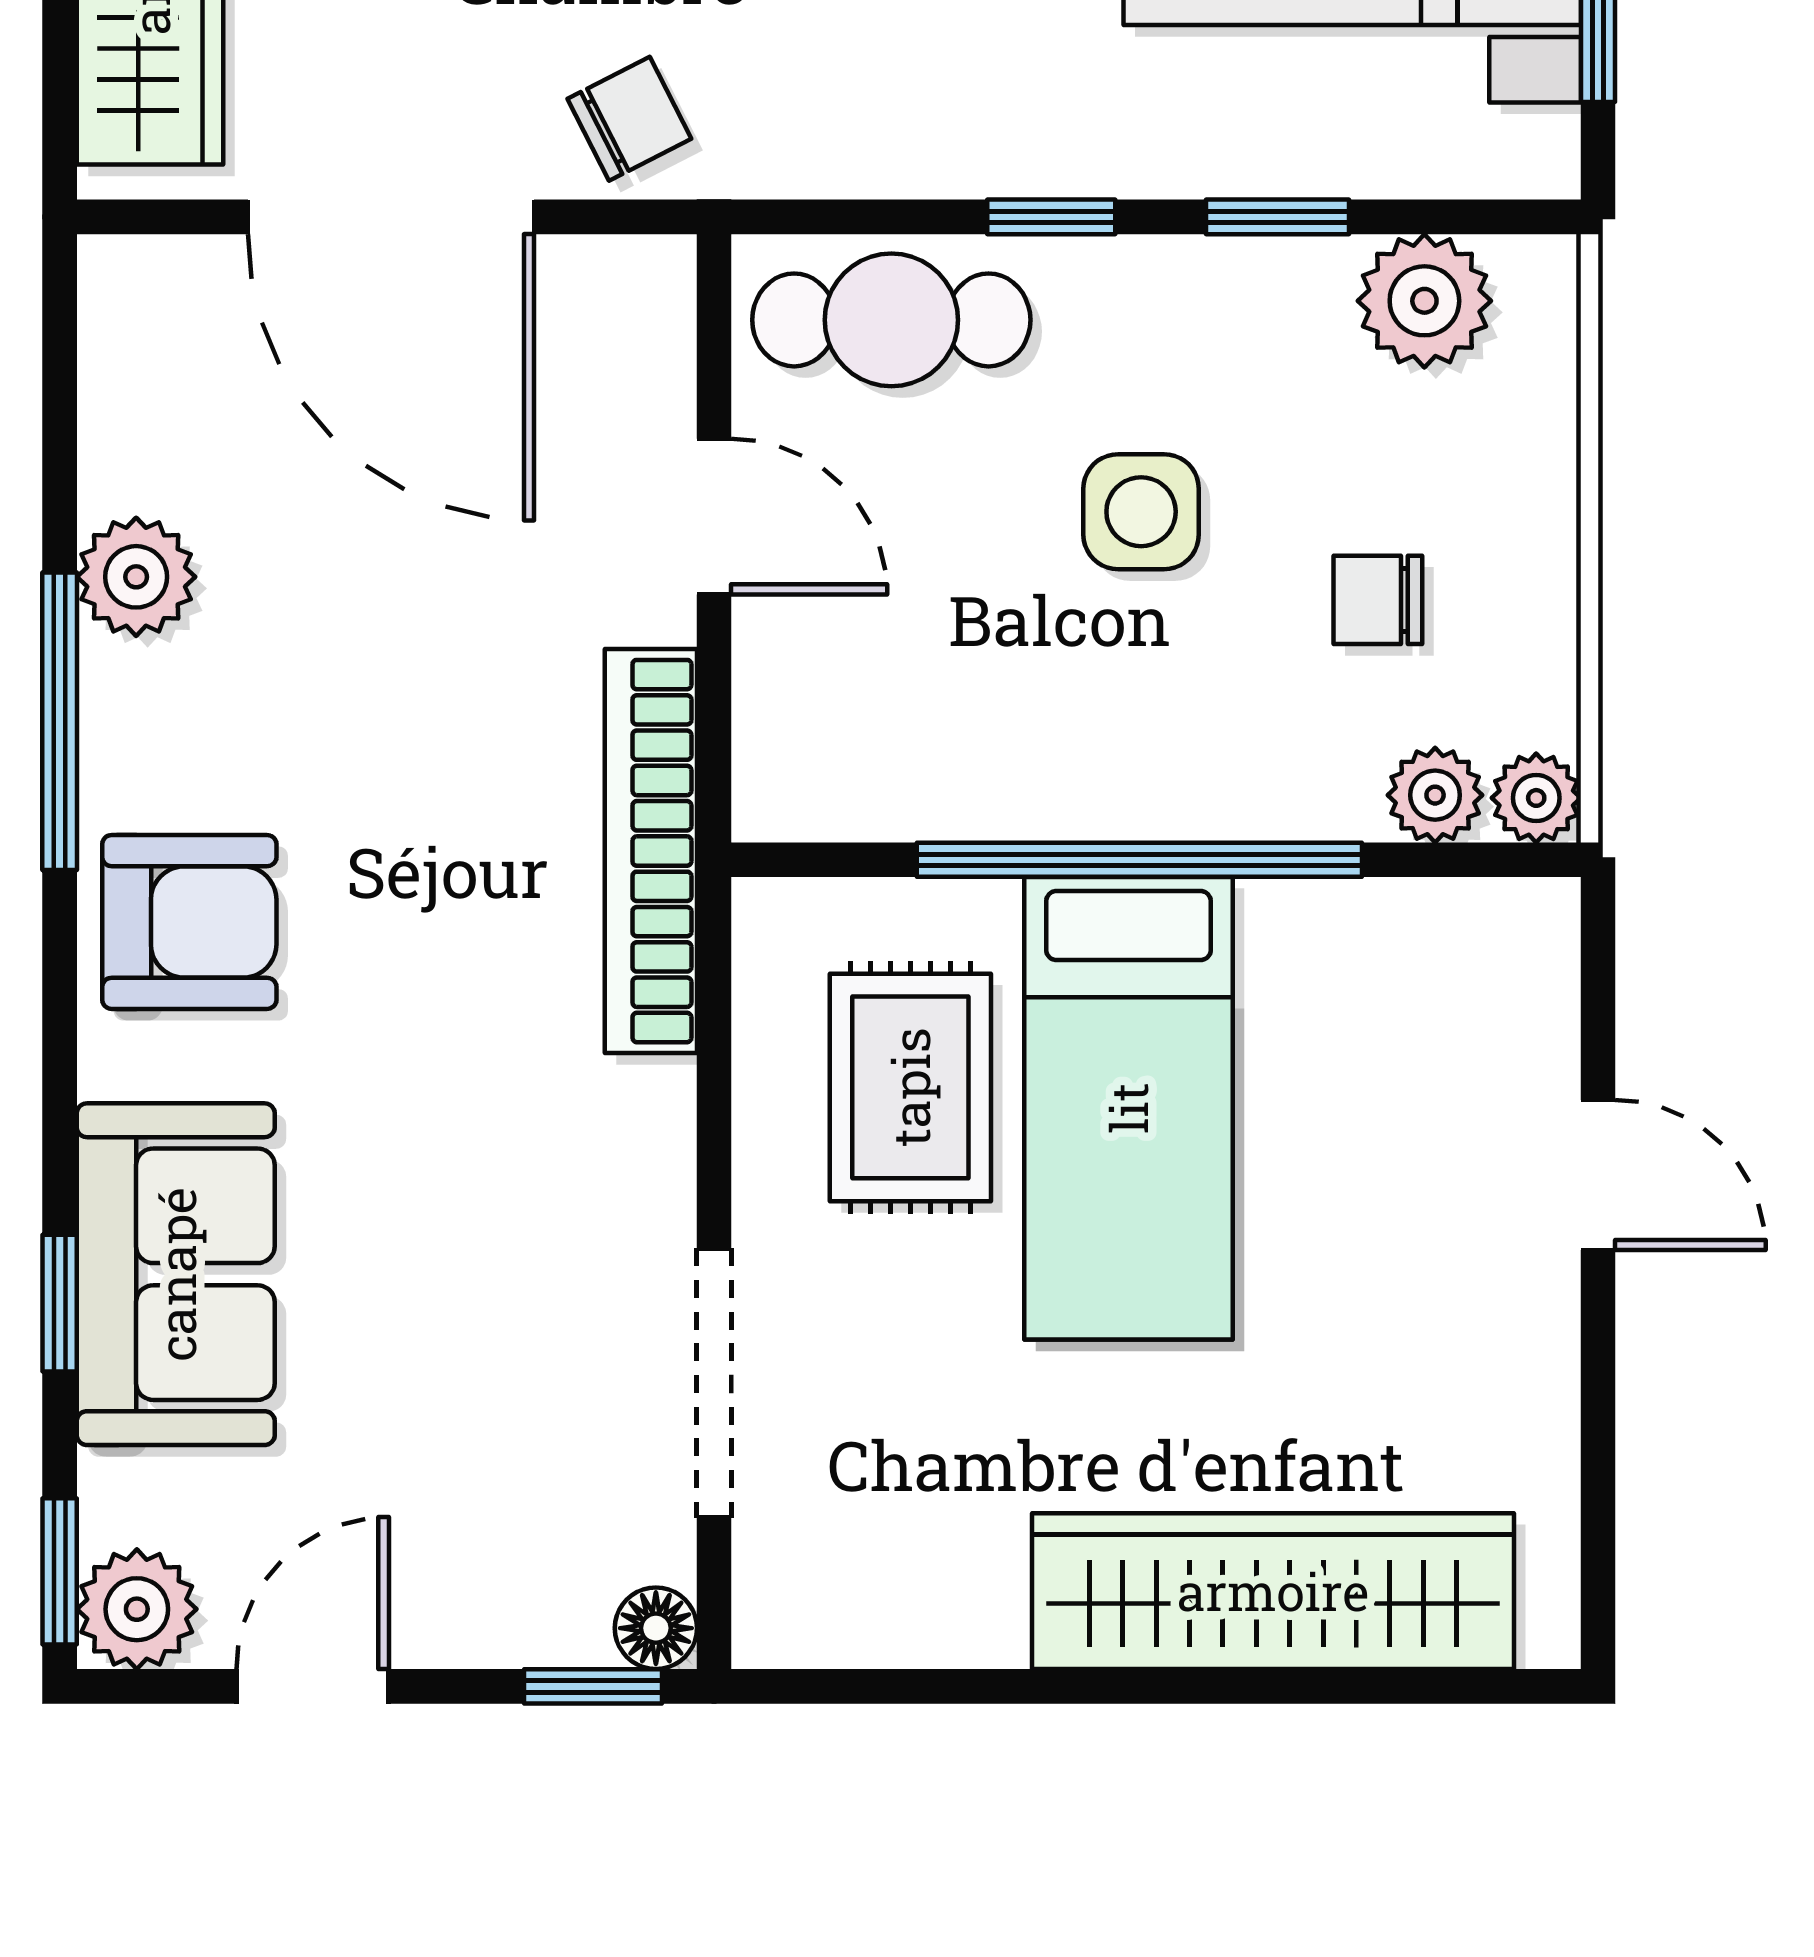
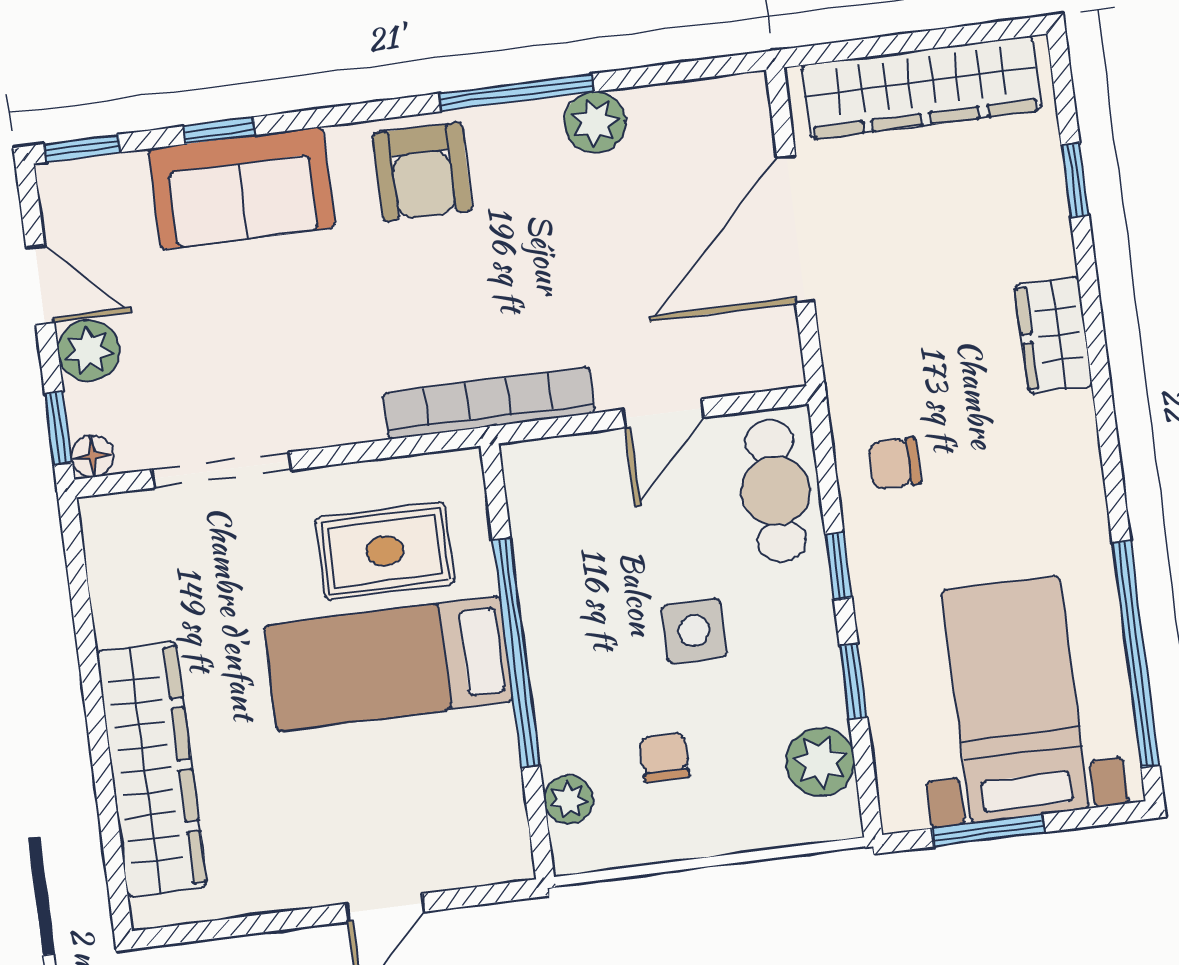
chair: (629, 119) -> (895, 463), moved, turned 117
plant: (1536, 798) -> (574, 851), removed
plant: (137, 1609) -> (89, 351), moved

